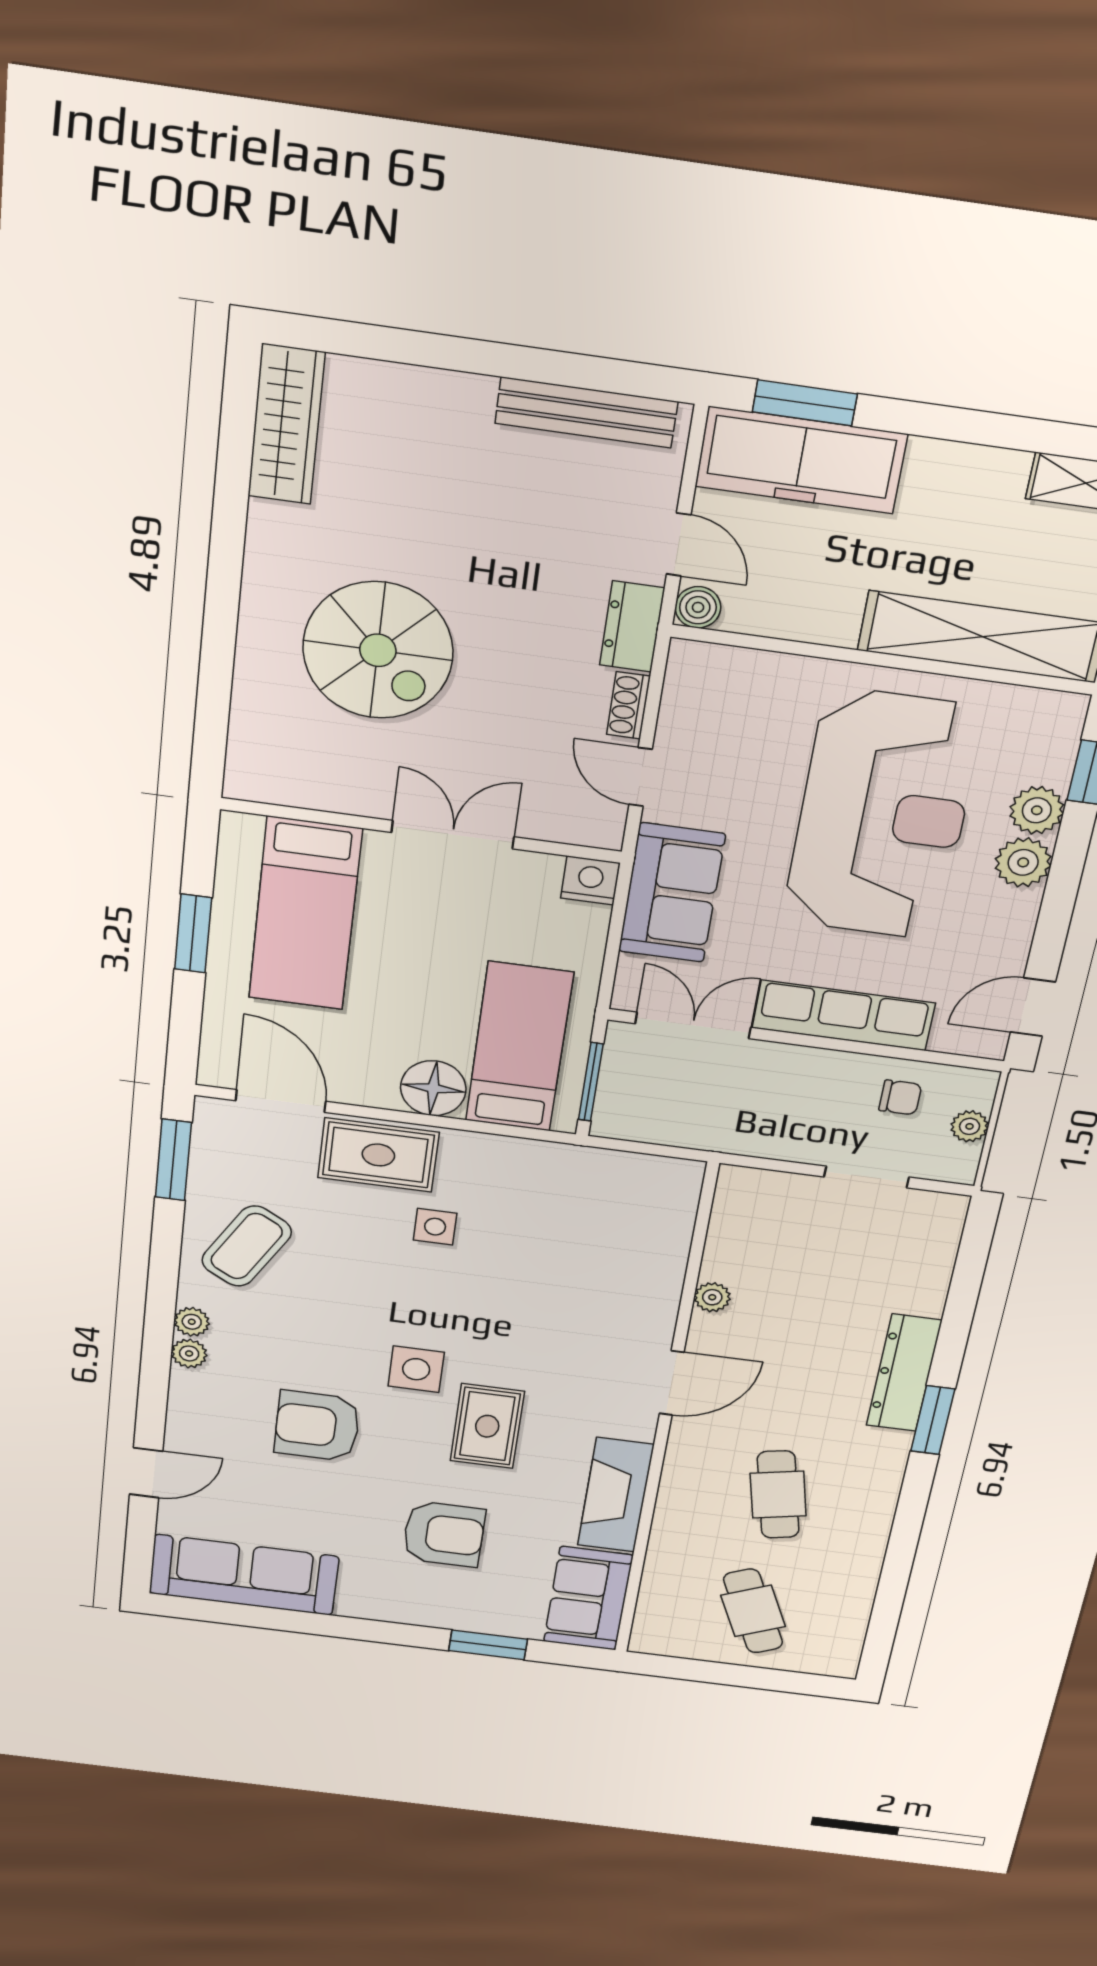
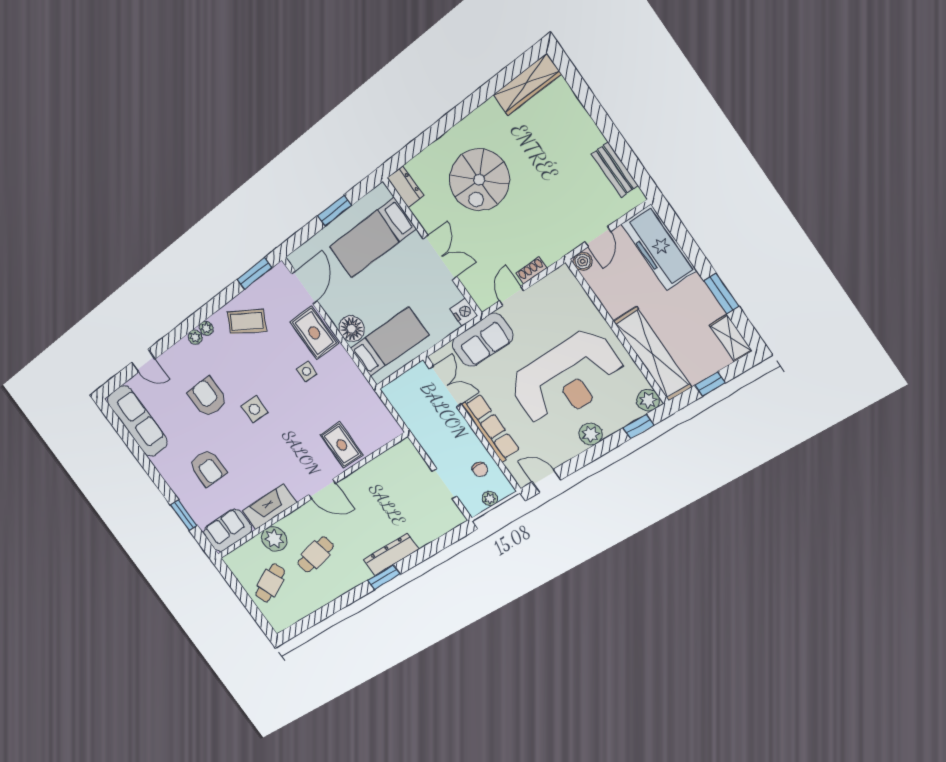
window: (805, 403) -> (721, 293), moved
bench: (586, 412) -> (615, 170), width x0.73
dresser: (632, 627) -> (405, 187), moved, turned 90
plant: (1037, 810) -> (648, 400), moved
window: (591, 1082) -> (398, 373), removed
plant: (712, 1297) -> (274, 539), moved, width x1.87, depth x1.87
rug: (487, 1426) -> (342, 445), moved, turned 90

